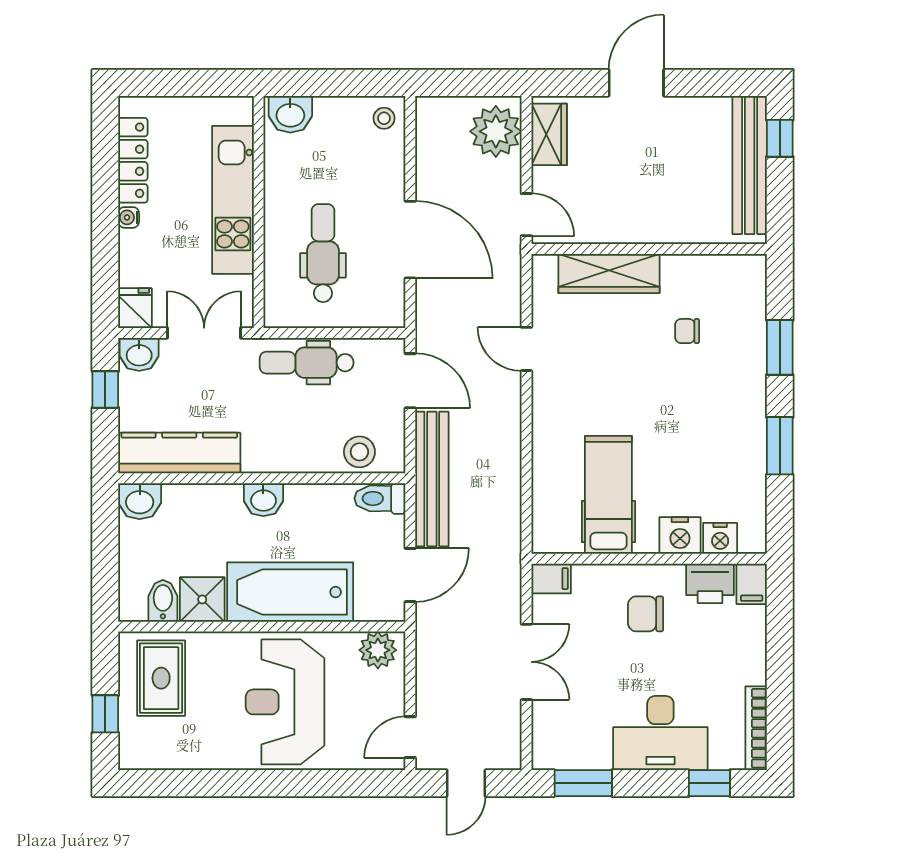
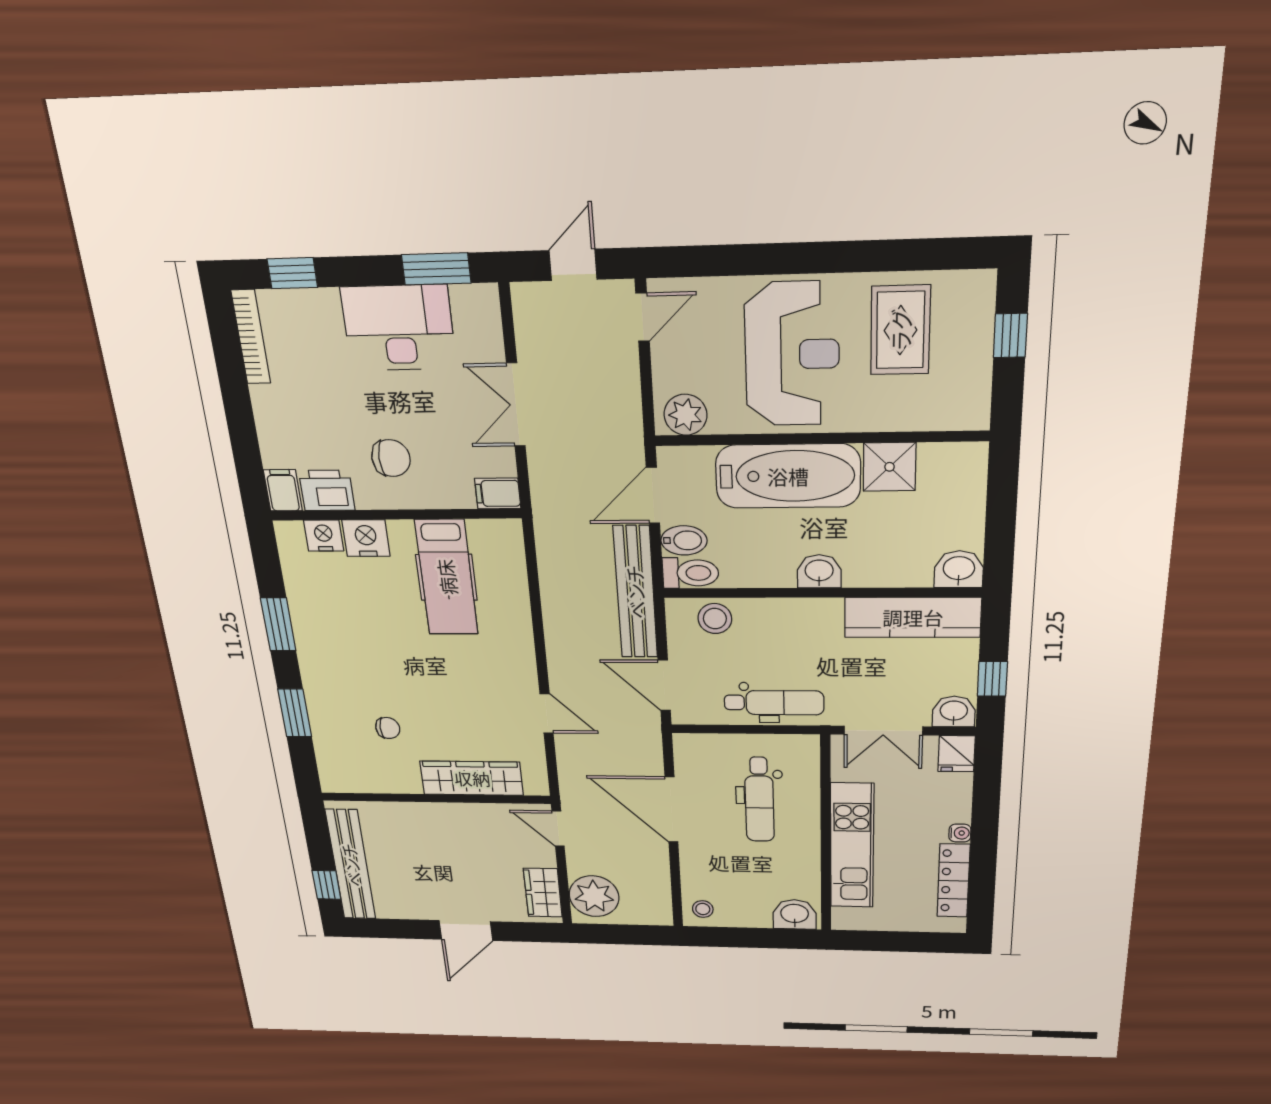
bidet: (163, 601) -> (684, 540), moved, turned -90
rug: (161, 678) -> (900, 330), moved
desk: (660, 733) -> (399, 328), moved

